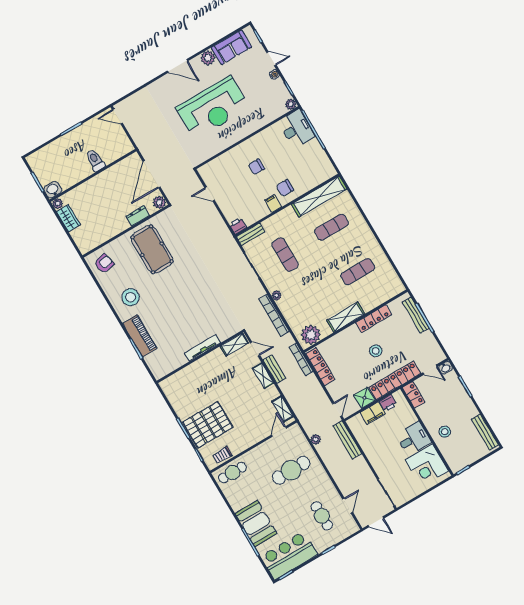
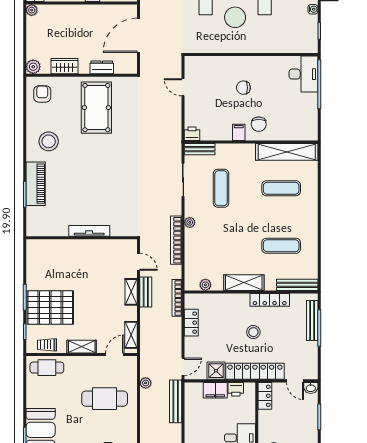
plant: (291, 104) -> (312, 47), removed
chair: (285, 188) -> (259, 124), turned -90
plant: (159, 202) -> (33, 67), moved
wardrobe: (68, 218) -> (65, 66), moved, turned -90
armchair: (104, 263) -> (42, 94), turned -78
bench: (388, 294) -> (297, 285), added
plant: (311, 335) -> (205, 285), width x0.53, depth x0.53
shelving: (234, 345) -> (82, 347), moved
locker: (320, 367) -> (191, 323), width x0.66

